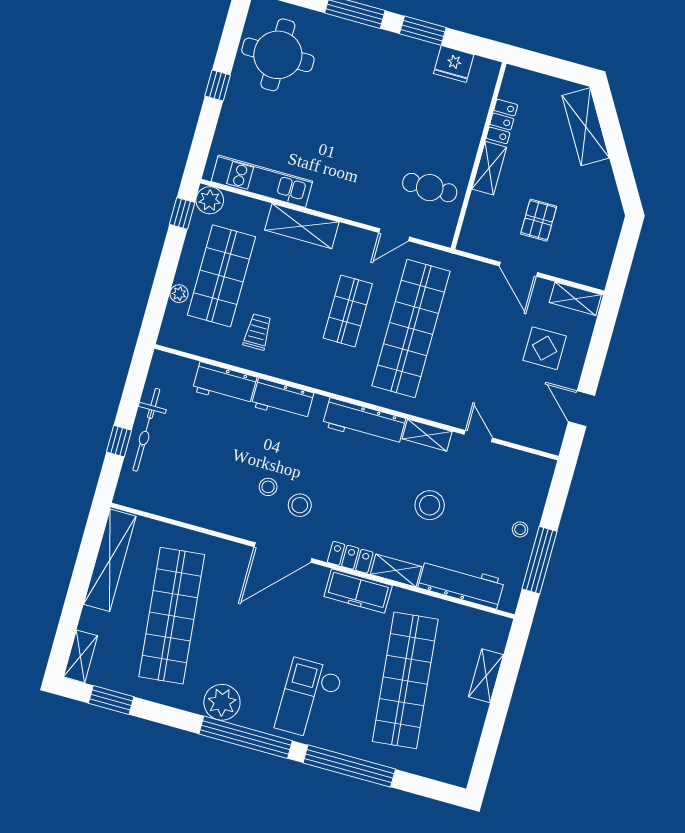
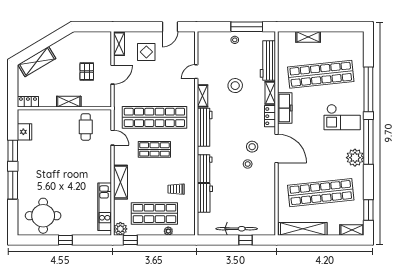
locker: (502, 121) -> (28, 102), moved
pallet: (539, 220) -> (87, 72), turned 90

